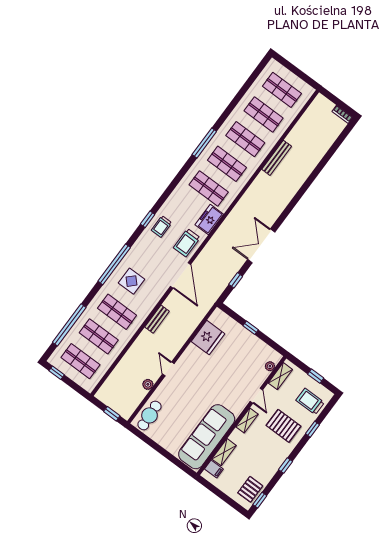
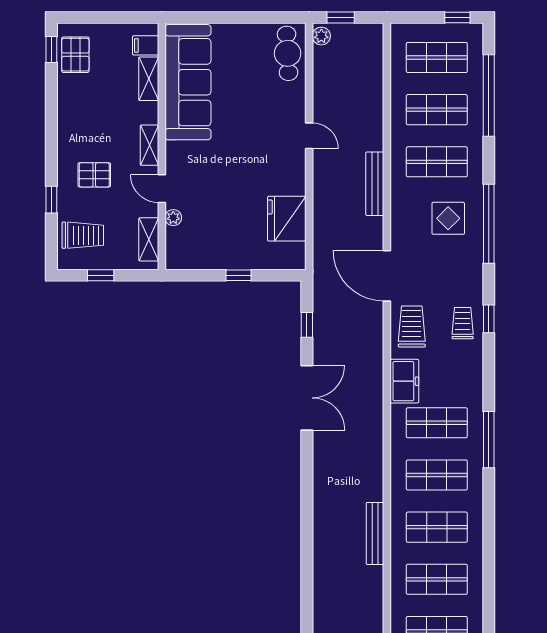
window: (204, 143) -> (489, 440), moved
bench: (157, 319) -> (375, 184), width x1.36
plant: (270, 366) -> (173, 218), moved
plant: (148, 384) -> (321, 36), moved
pallet: (284, 426) -> (94, 175), width x0.67, depth x0.71
window: (285, 465) -> (51, 123), removed

